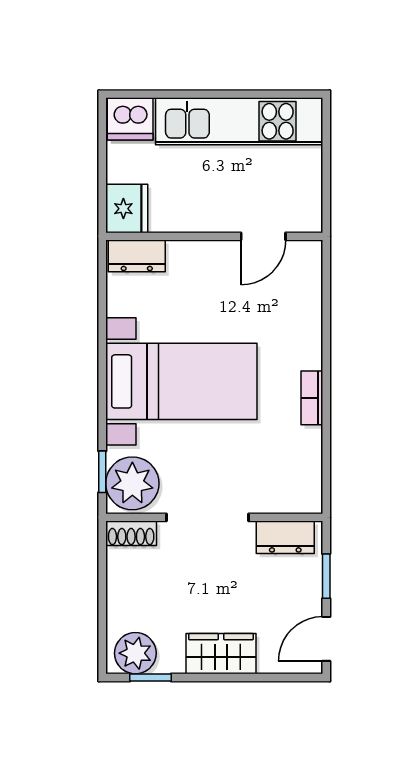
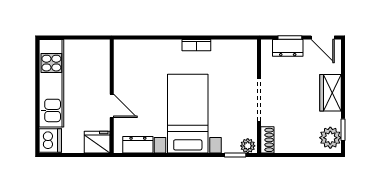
door: (263, 236) -> (112, 106), moved
dresser: (137, 256) -> (138, 145), moved, turned -90
plant: (132, 483) -> (248, 146), width x0.53, depth x0.53
dresser: (285, 537) -> (288, 48), moved, turned 90

